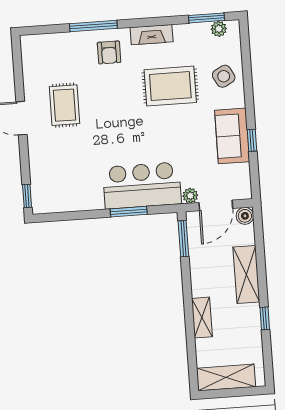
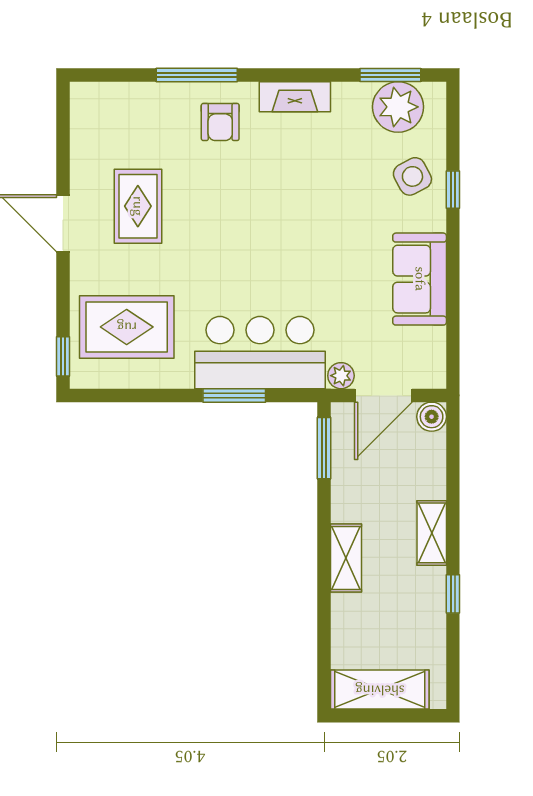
plant: (219, 29) -> (398, 107), width x1.87, depth x1.87
rug: (170, 86) -> (127, 327), moved
window: (252, 140) -> (453, 190), moved
shelving: (246, 275) -> (432, 533), width x0.67, depth x0.75
shelving: (202, 318) -> (346, 558), moved

